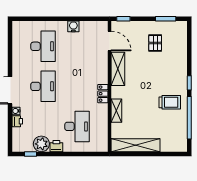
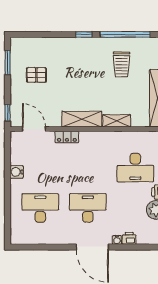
door: (110, 41) -> (34, 129), hinge flipped
shelving: (118, 69) -> (82, 119), moved
locker: (103, 94) -> (67, 137), moved
trolley: (170, 102) -> (122, 64), moved, turned 180
desk: (77, 126) -> (135, 168), turned 180

